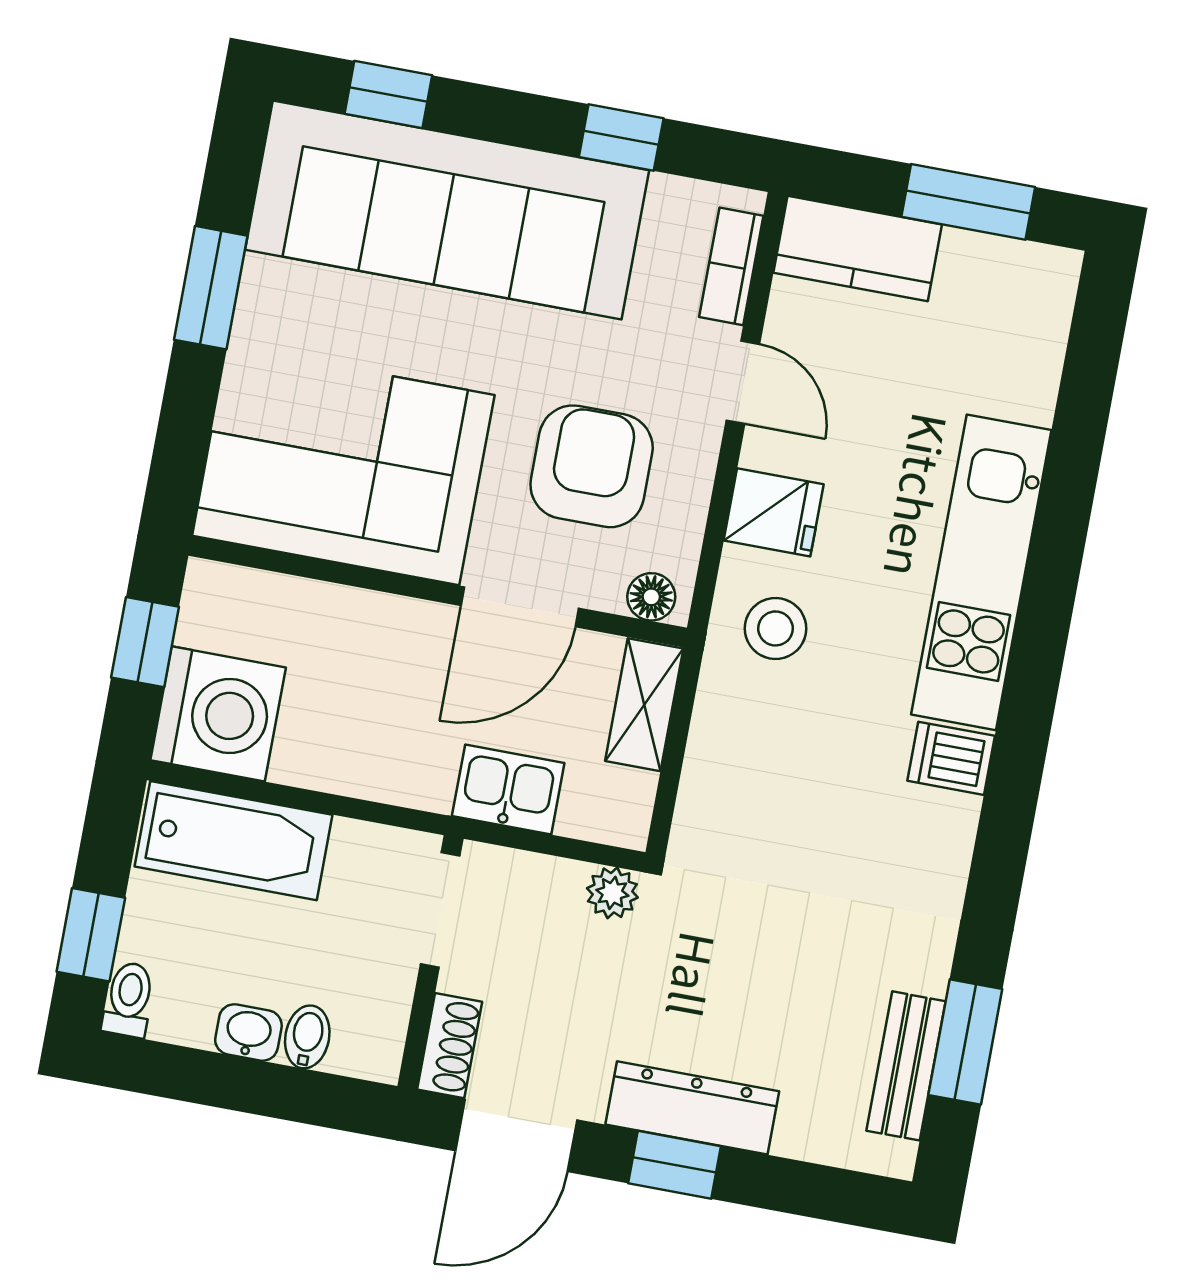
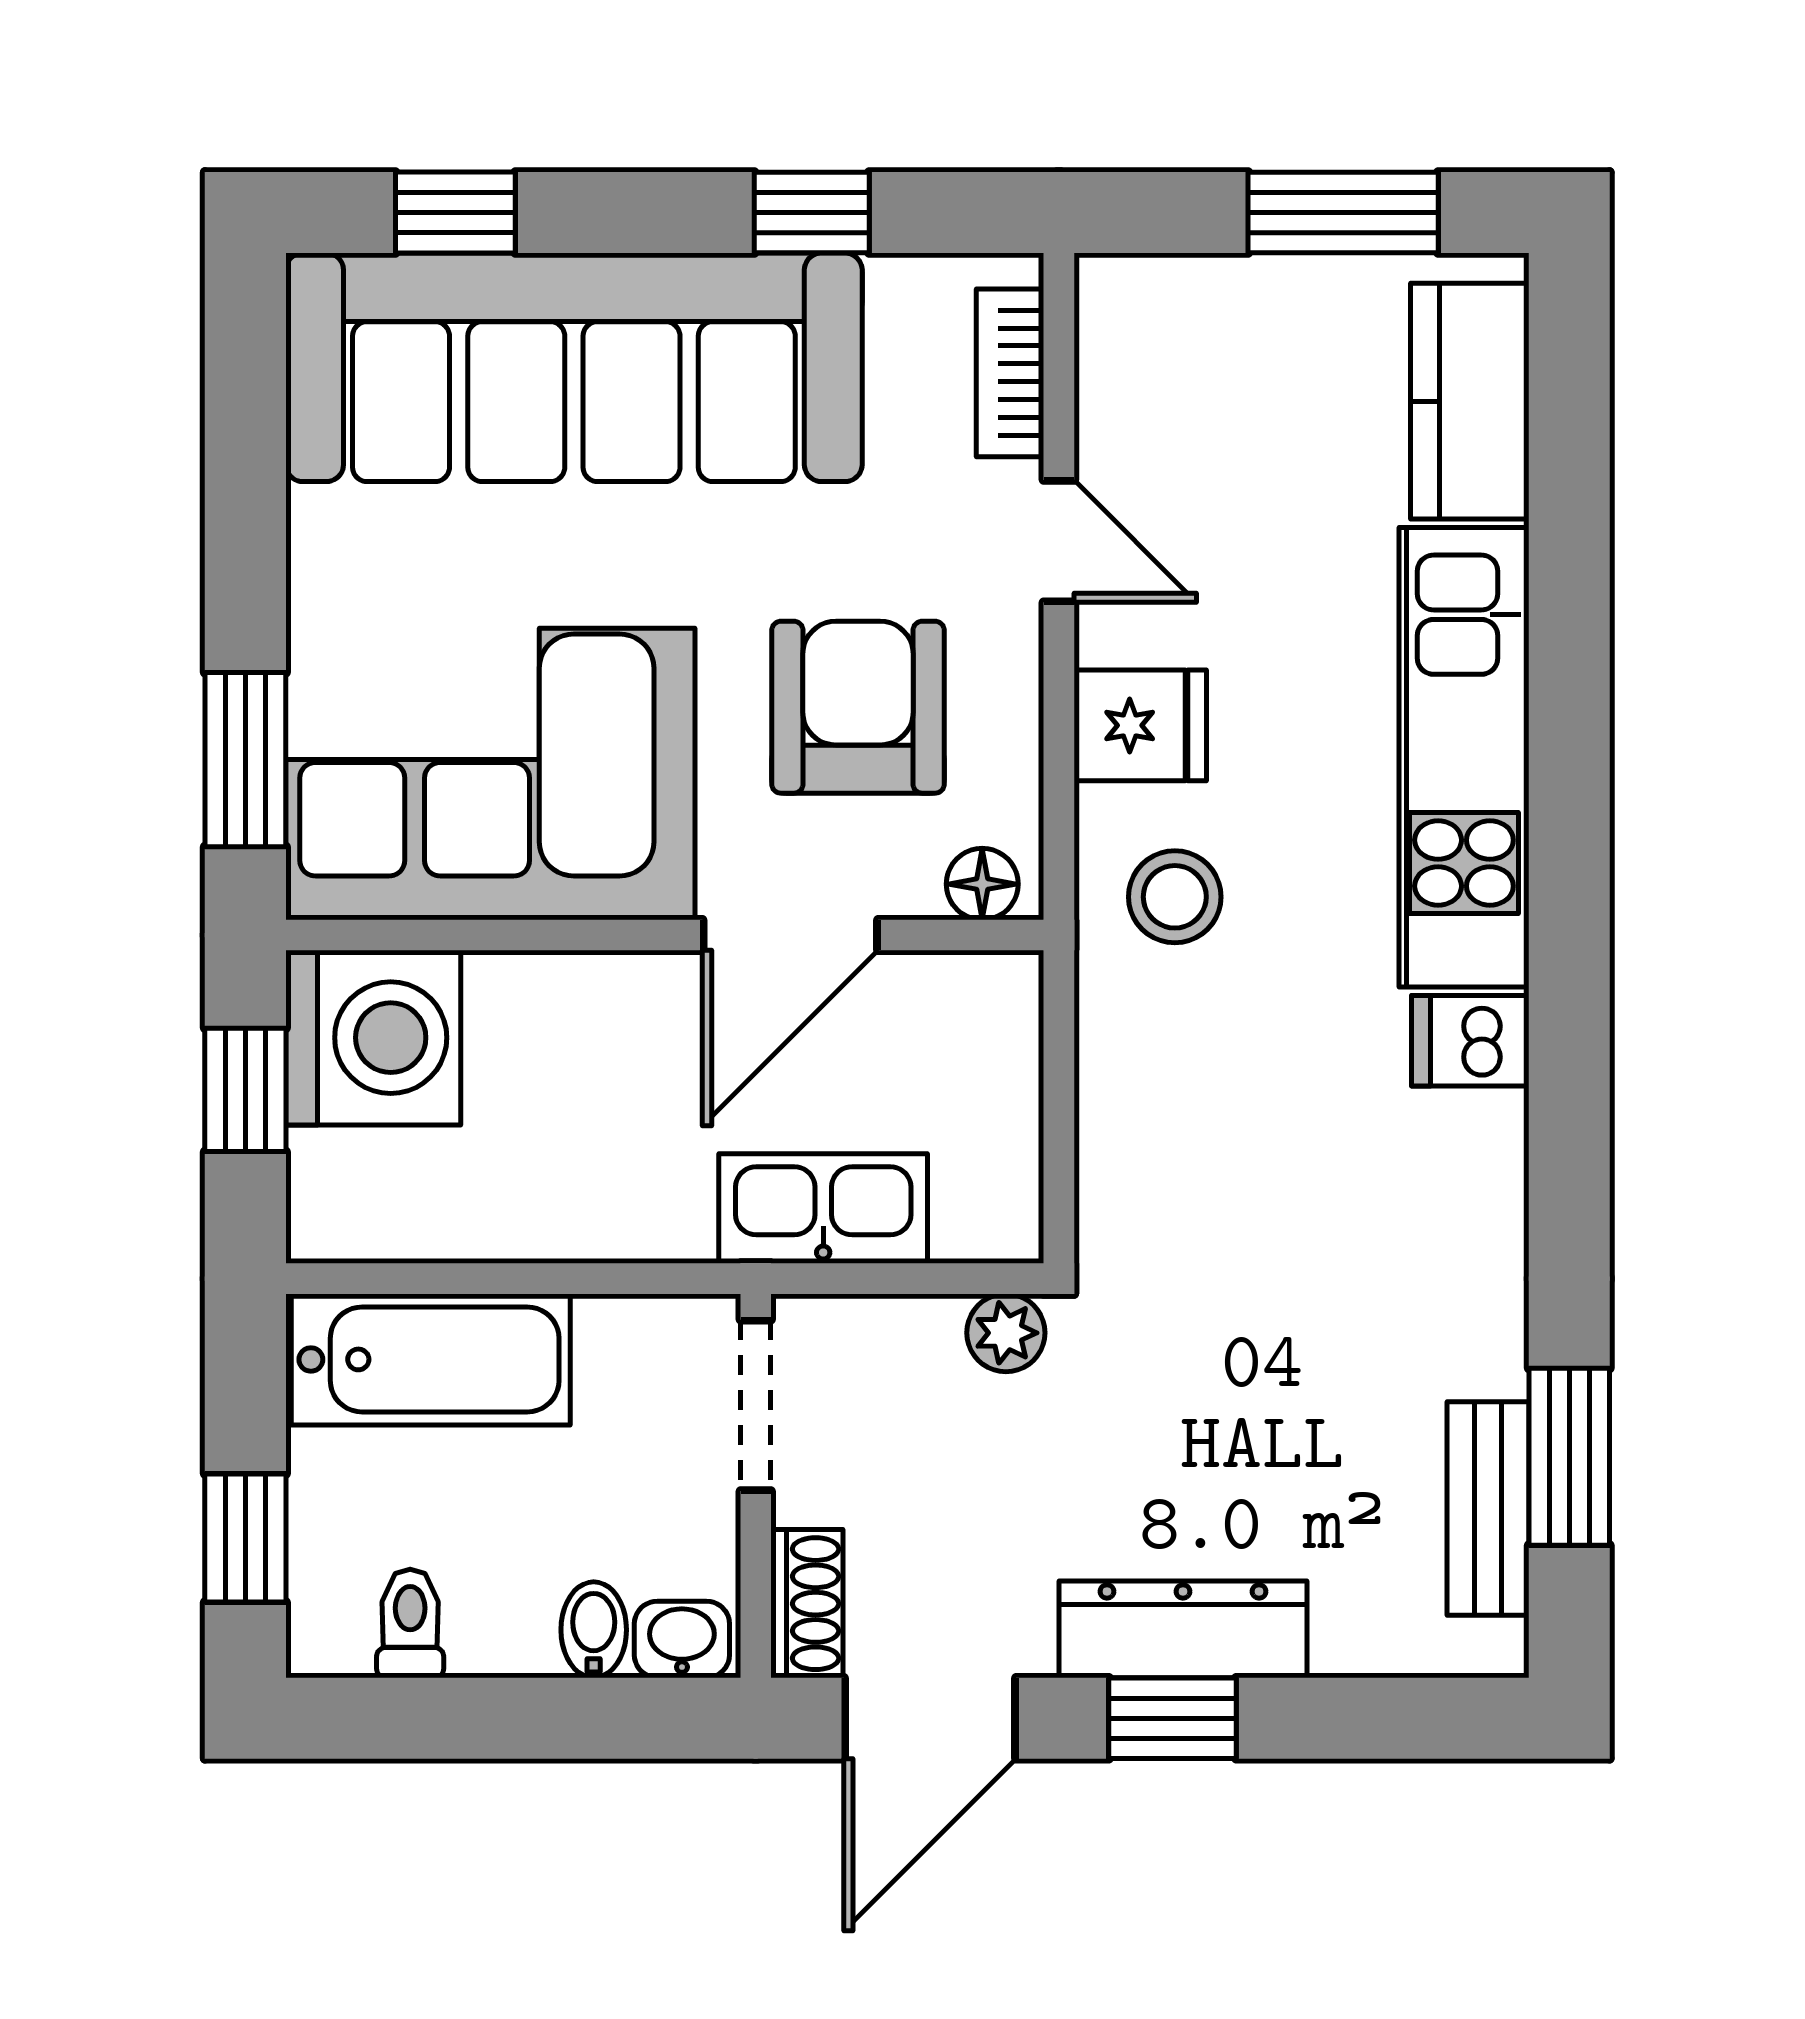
kitchen counter: (858, 249) -> (1470, 401), moved, turned 90
window: (211, 288) -> (245, 760), moved
shelving: (644, 705) -> (1001, 1046), removed
washing machine: (218, 714) -> (373, 1038), moved
kitchen sink: (508, 790) -> (823, 1209), width x1.38
toilet: (129, 1000) -> (410, 1623), moved
washbasin: (248, 1033) -> (682, 1639), moved

